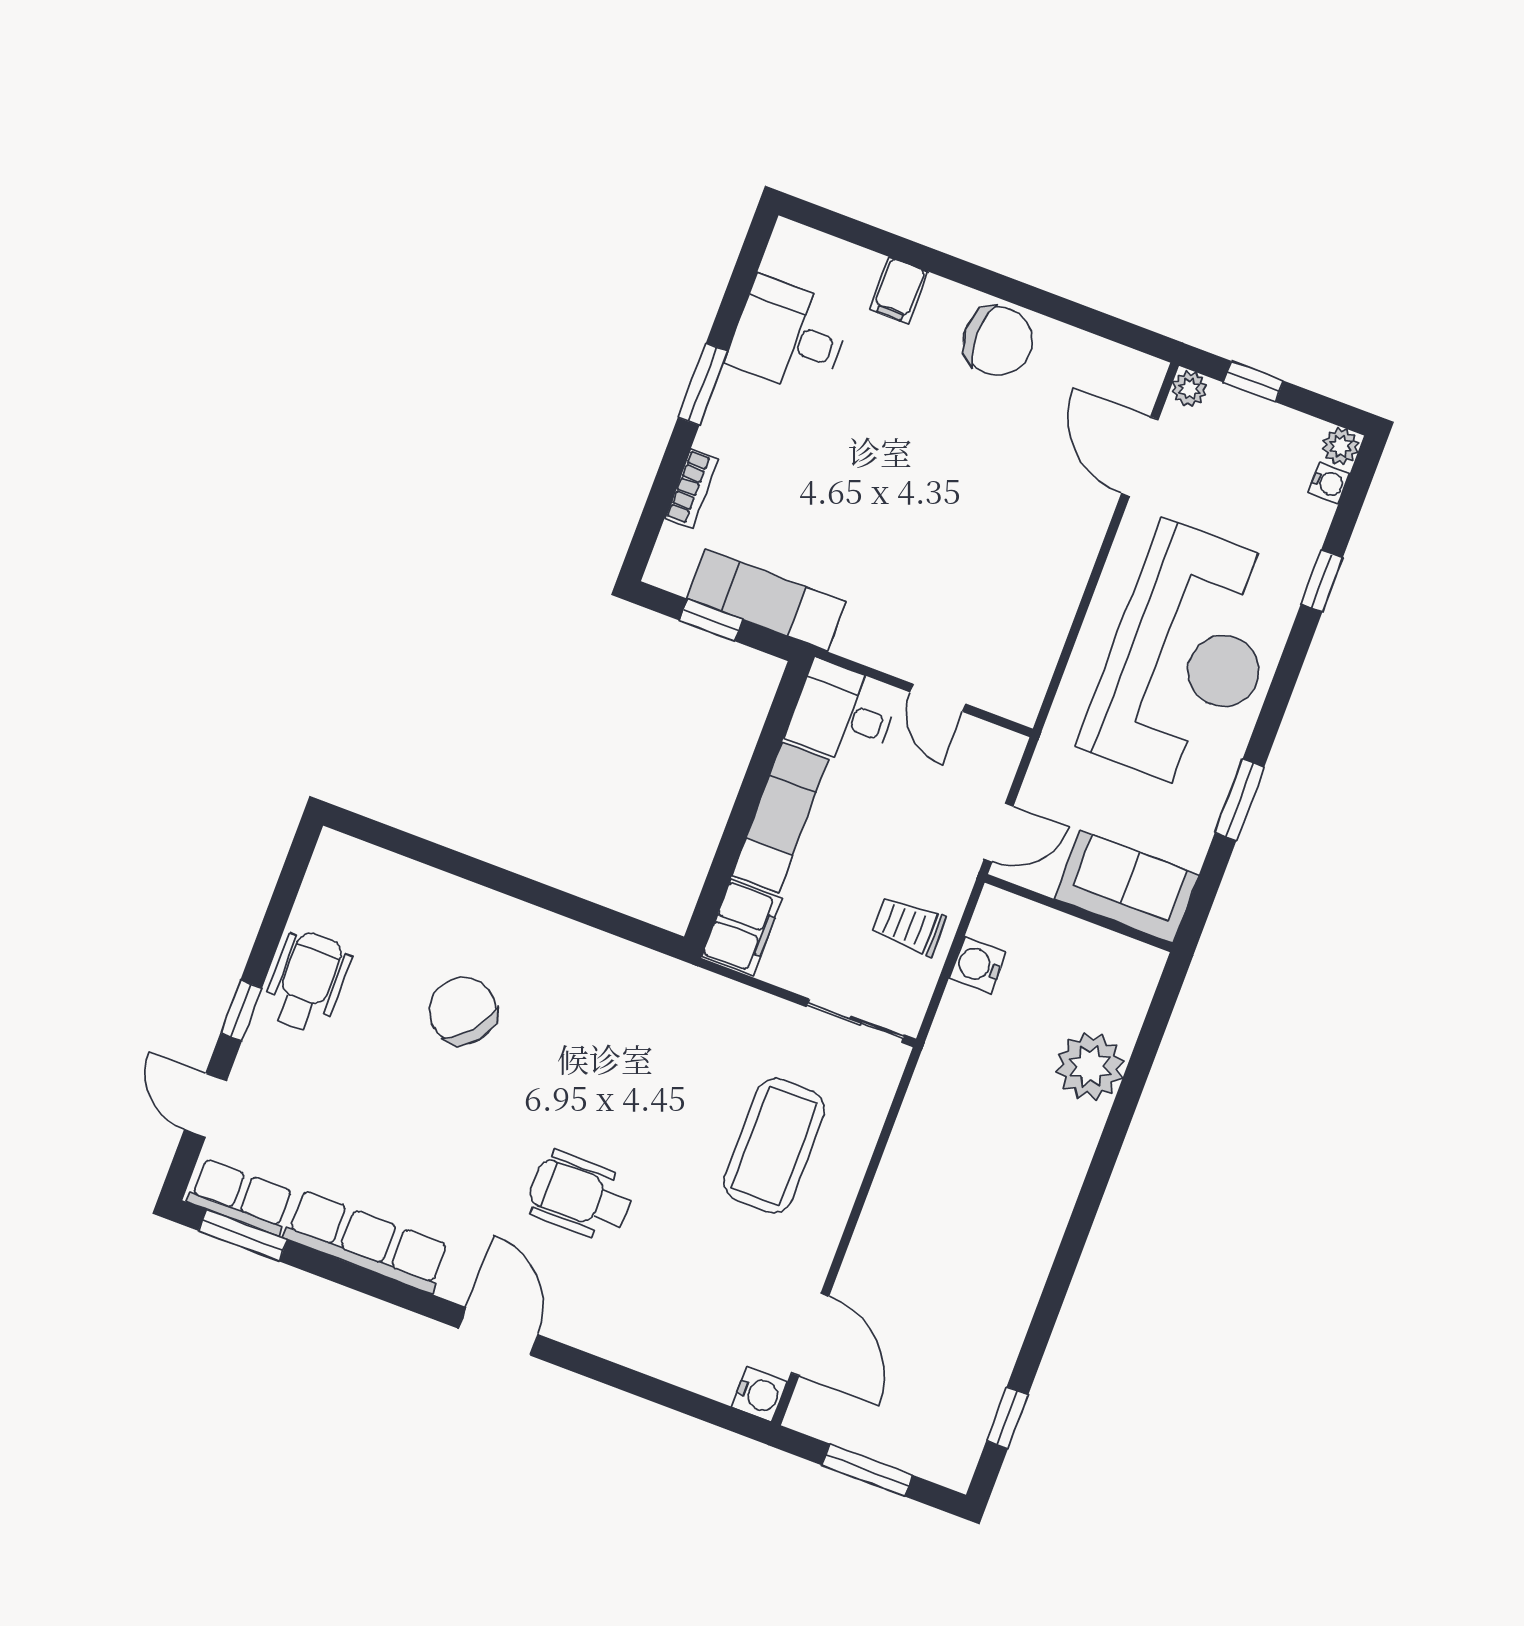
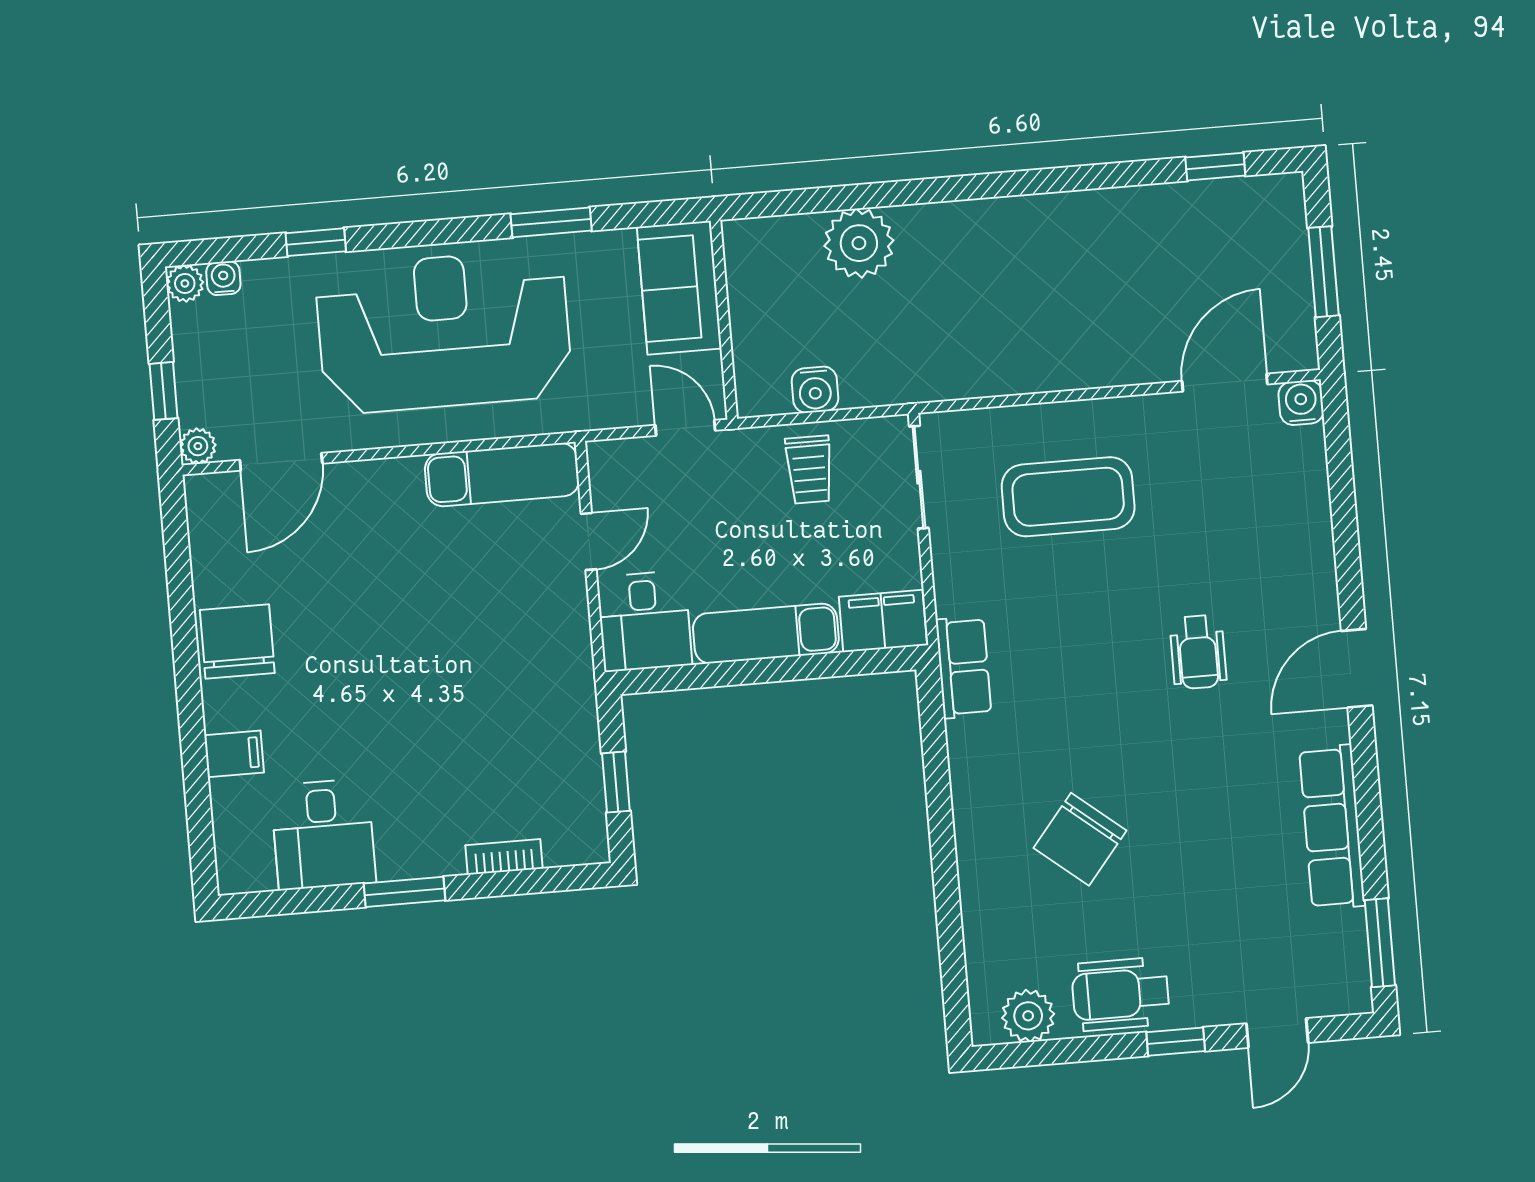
exam couch: (766, 600) -> (502, 475), moved, turned -90
plant: (327, 890) -> (1028, 1016), added
wheelchair: (580, 1196) -> (1198, 652), width x0.73, depth x0.73
row of seats: (241, 1197) -> (964, 667), moved, turned 180

